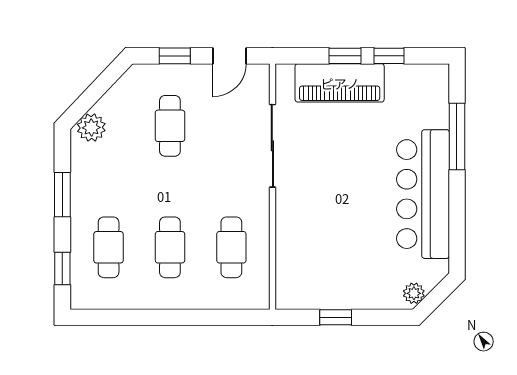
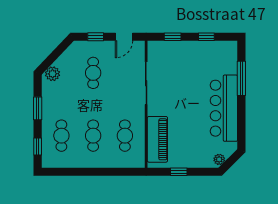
window: (345, 56) -> (173, 37), moved
piano: (340, 83) -> (157, 139), moved, turned -90

